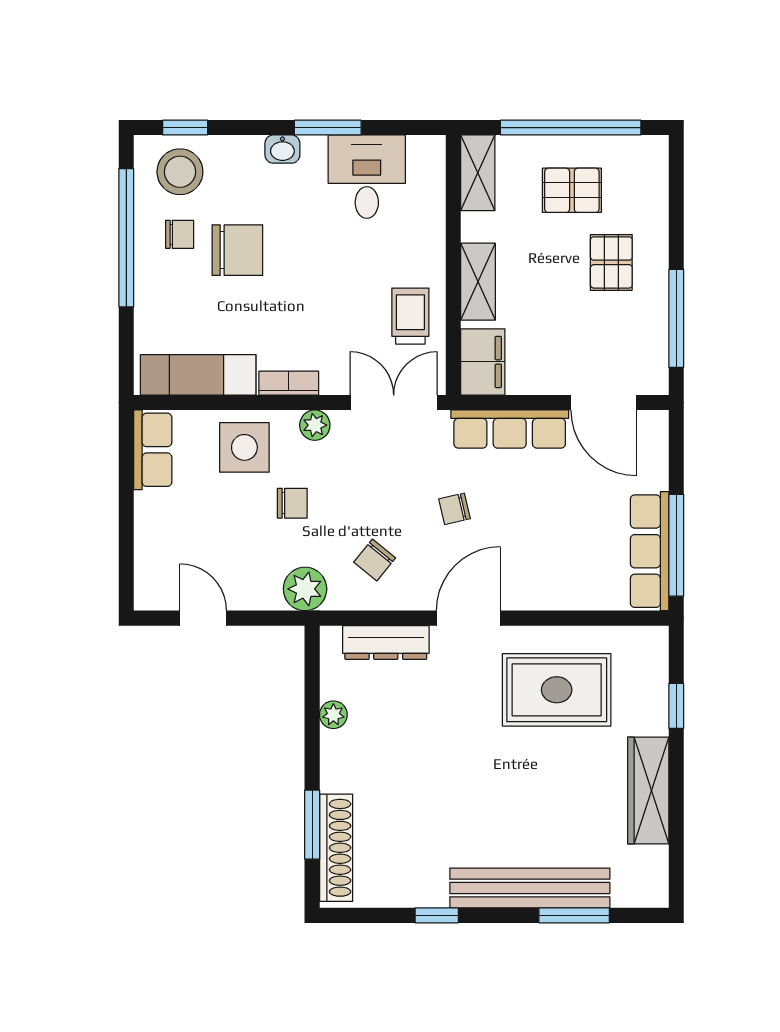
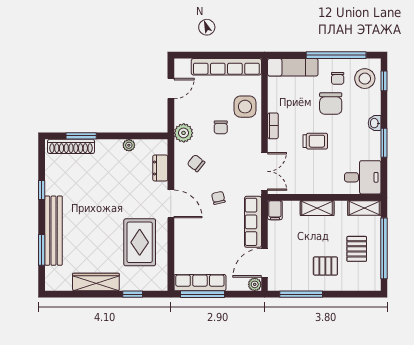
desk: (367, 177) -> (363, 177), moved
trolley: (410, 316) -> (315, 141), moved
filing cabinet: (483, 362) -> (275, 210), width x0.50
exam couch: (198, 375) -> (293, 67), moved, turned 90
plant: (315, 425) -> (255, 284), moved
row of seats: (153, 450) -> (226, 67), width x2.02
dresser: (386, 642) -> (160, 168), width x0.70

